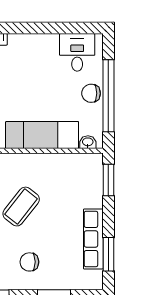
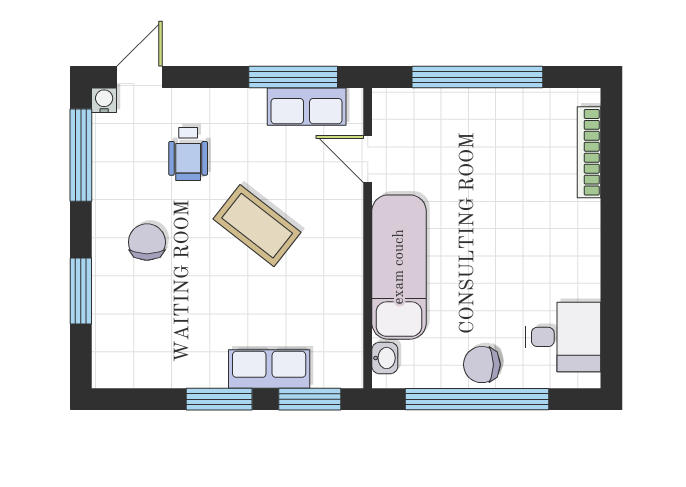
chair: (91, 93) -> (482, 365), turned -90
row of seats: (93, 239) -> (269, 369), moved, width x0.68
window: (108, 254) -> (219, 399), moved

